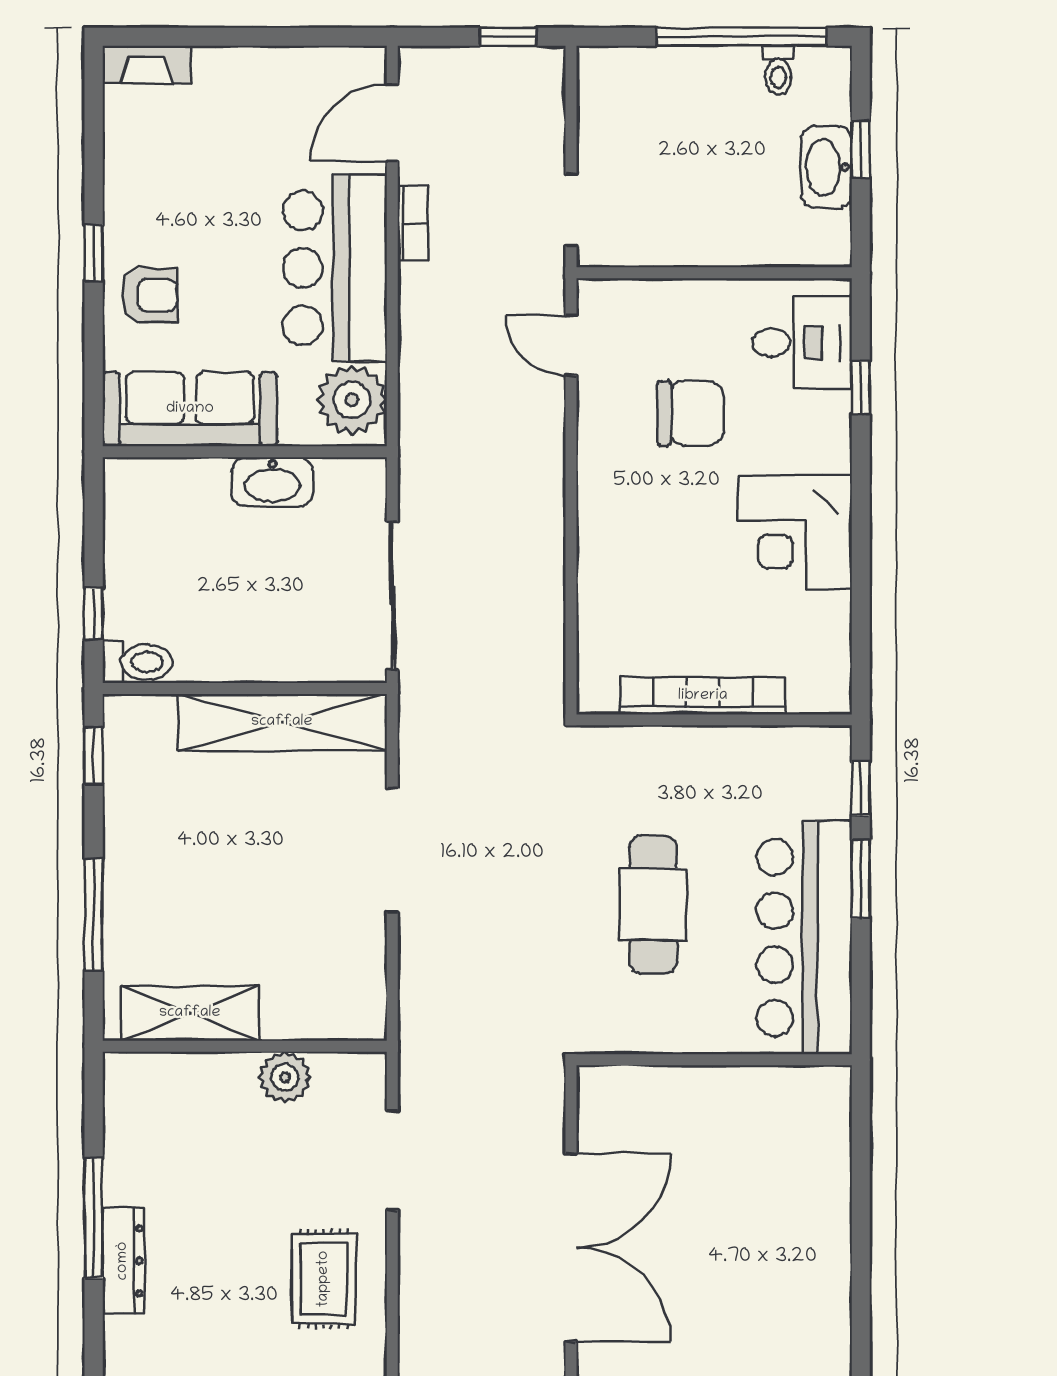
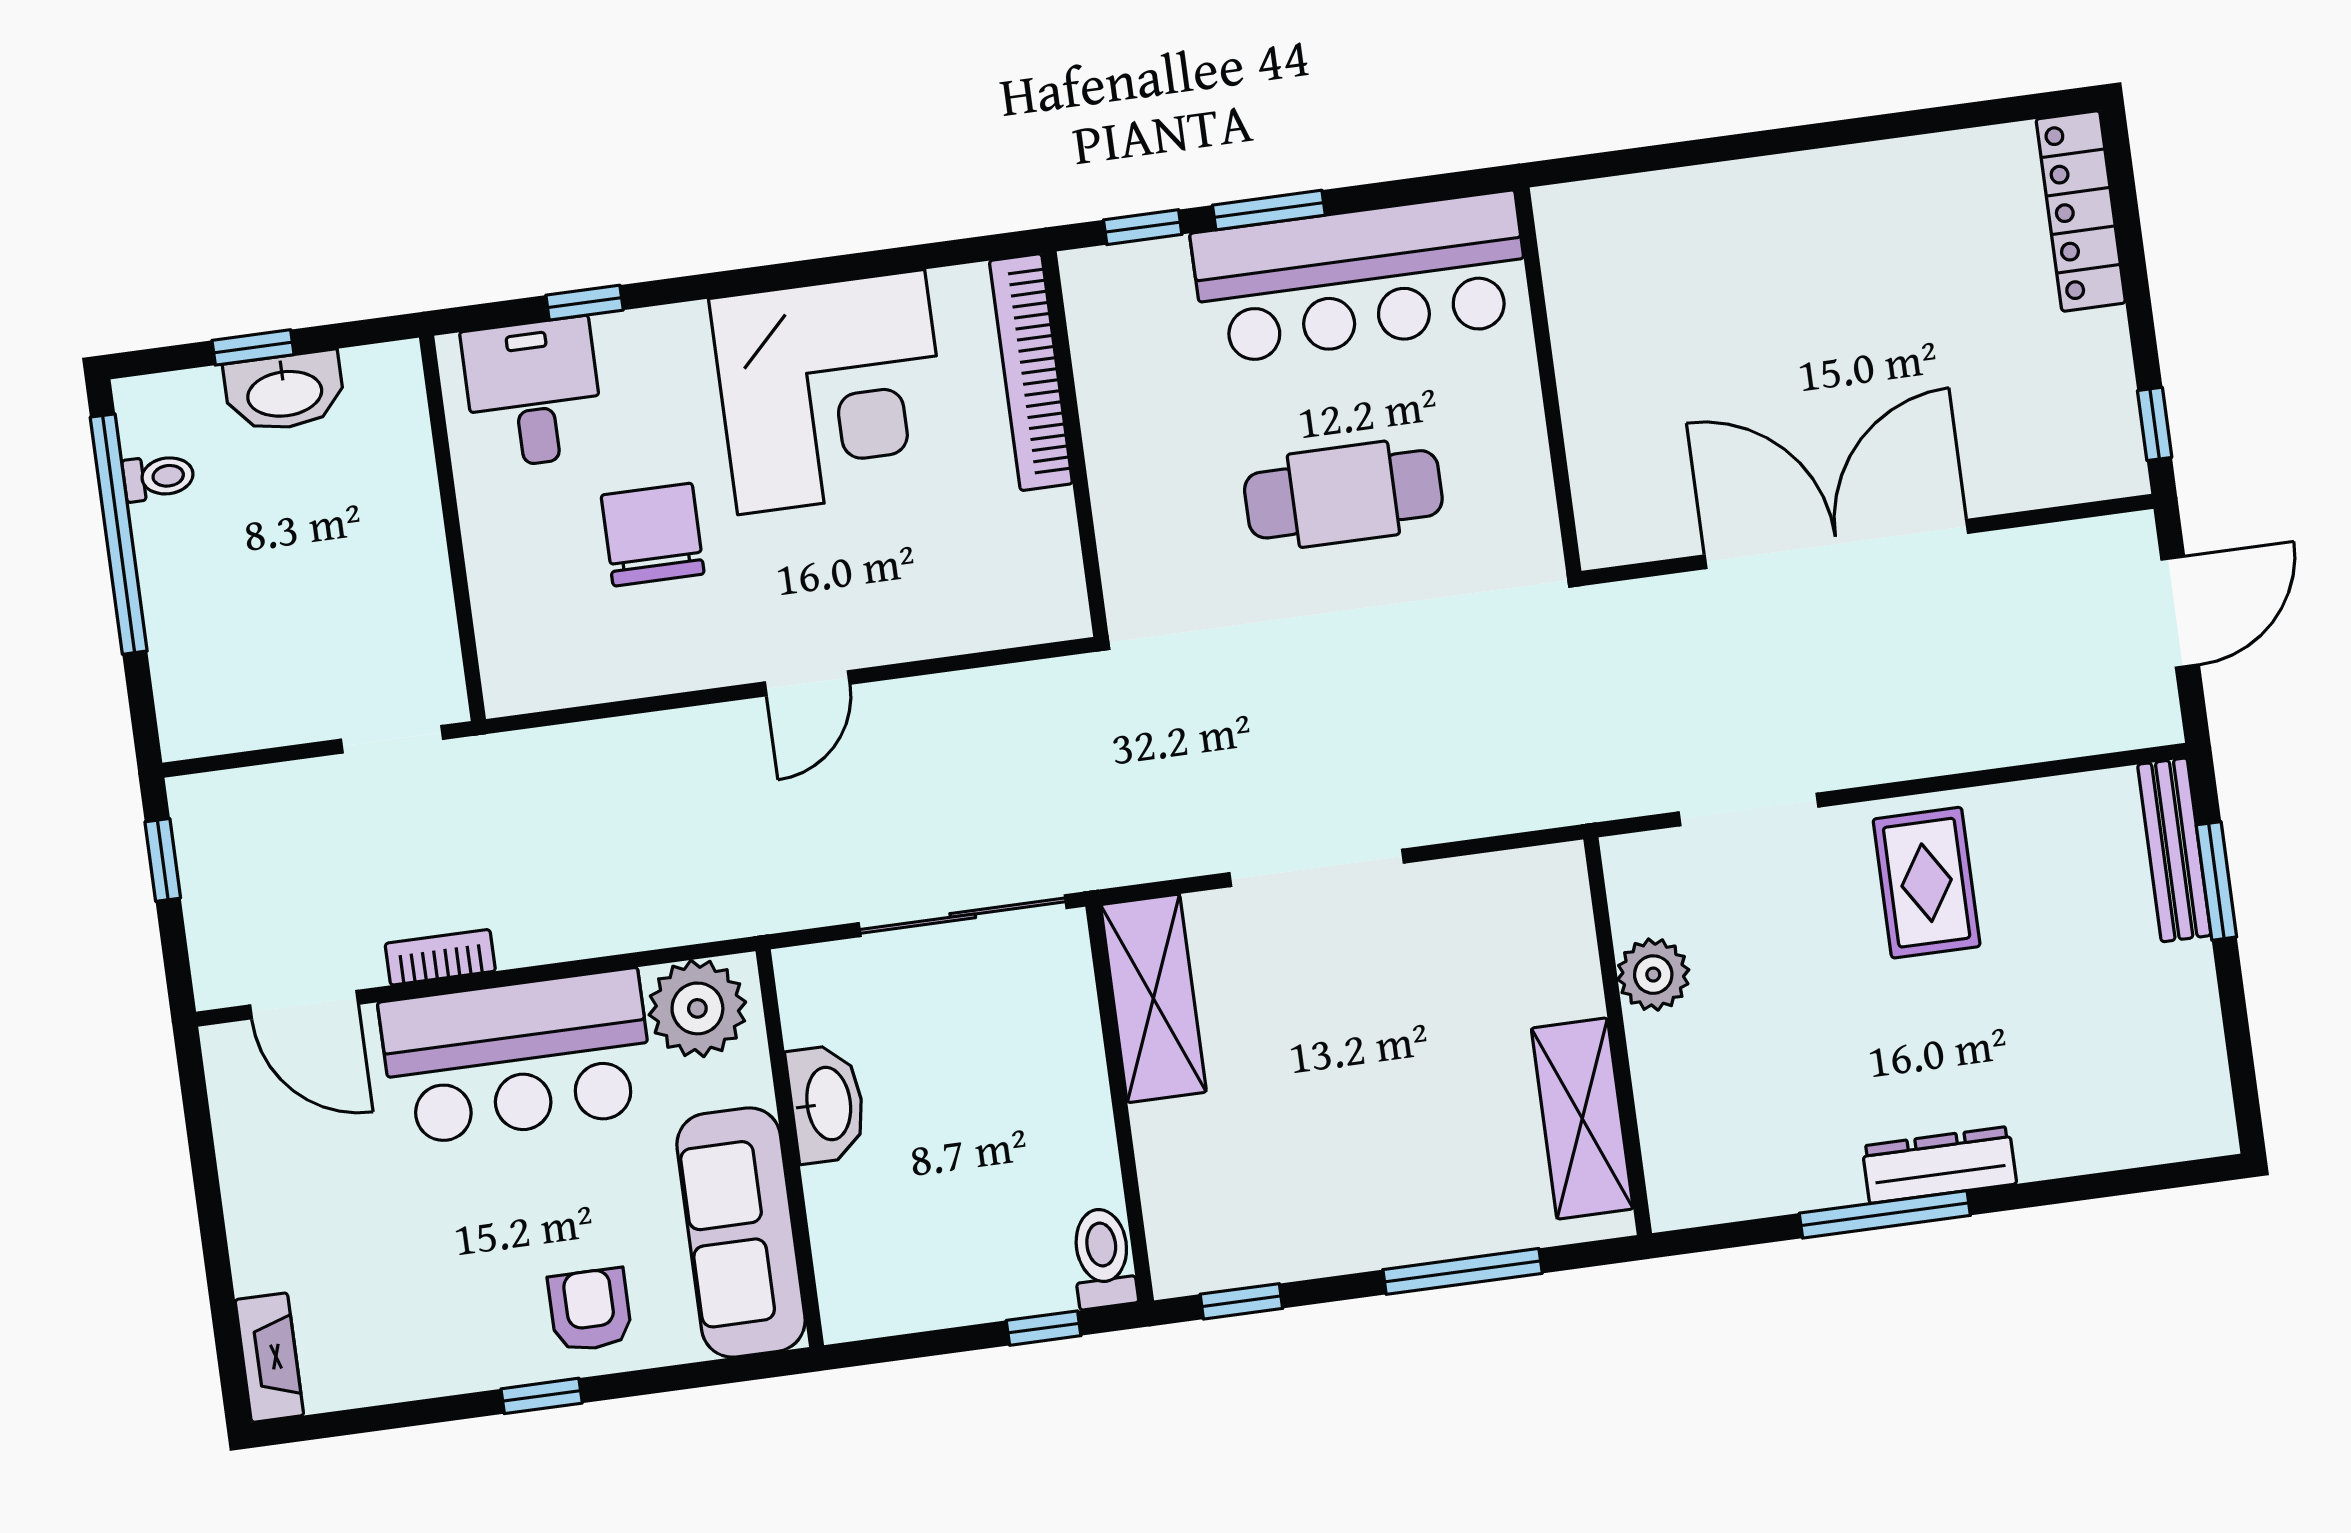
door: (571, 345) -> (807, 683), moved
corner desk: (795, 532) -> (831, 392), width x1.36, depth x1.36
bookcase: (703, 696) -> (1031, 372), moved
shelving: (282, 722) -> (1153, 998), width x0.68
rug: (324, 1279) -> (1927, 883), turned 90

